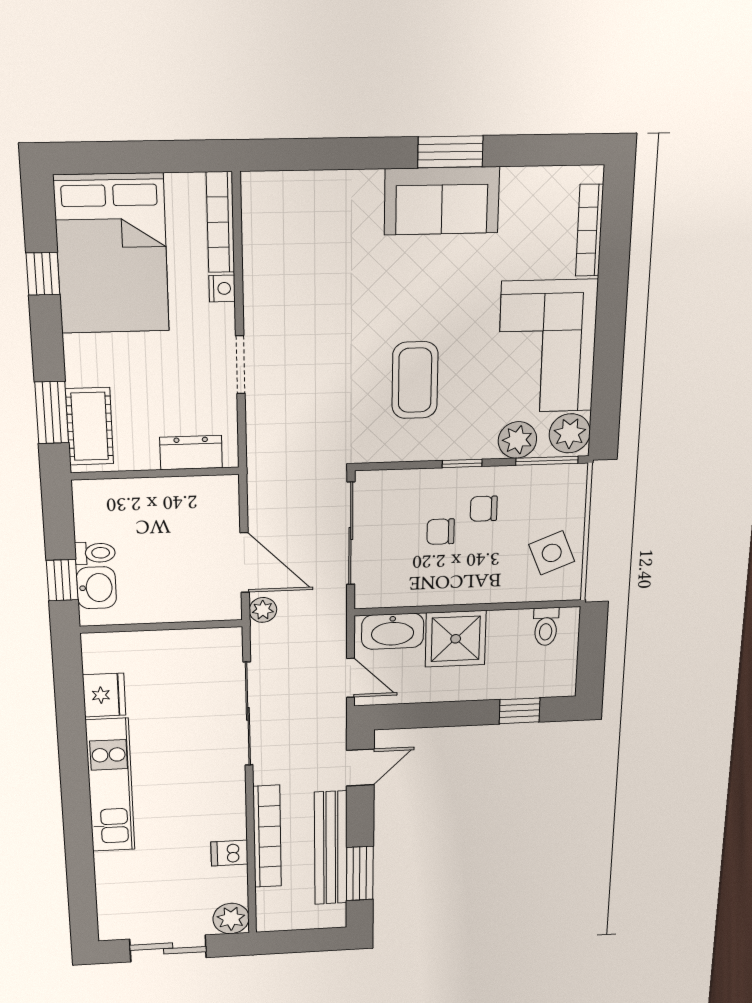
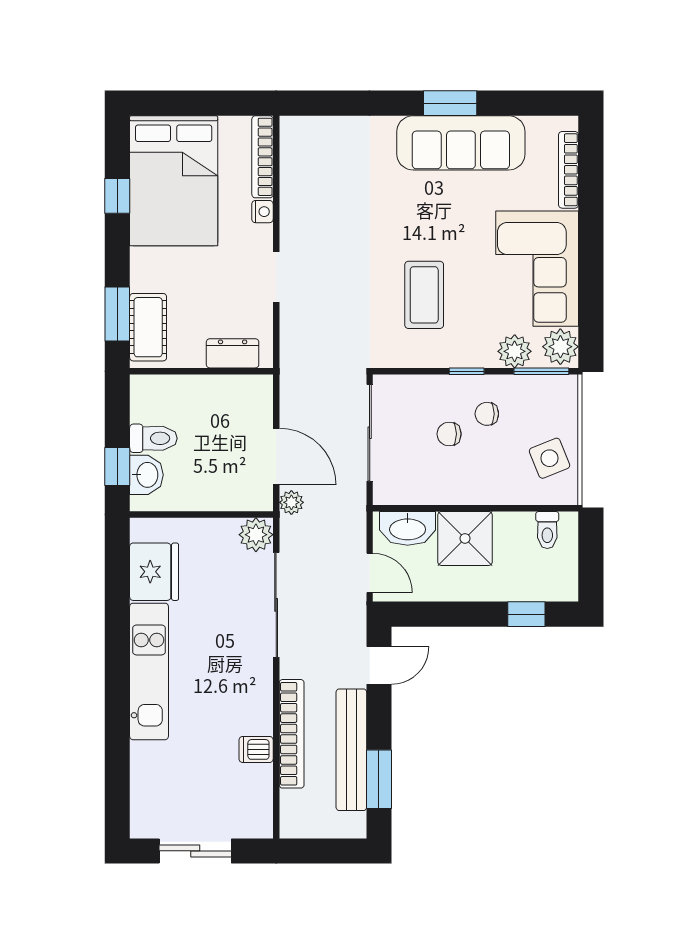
sofa: (442, 201) -> (461, 143), width x1.36
toilet: (95, 553) -> (153, 438), width x1.37, depth x1.39
fridge: (104, 695) -> (154, 572), width x1.36, depth x1.34
plant: (231, 919) -> (256, 535), moved

